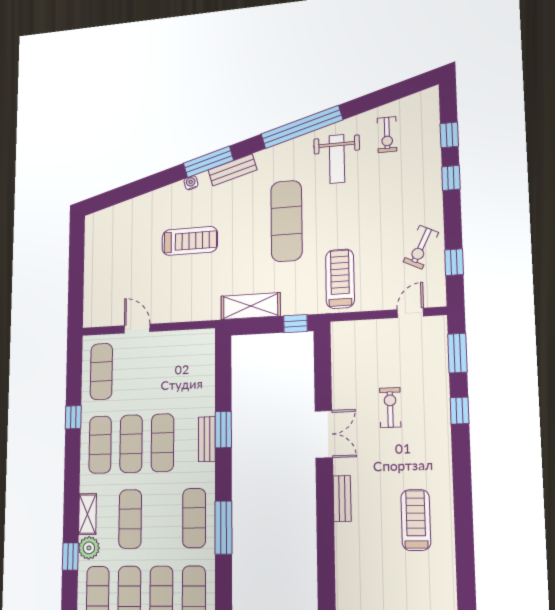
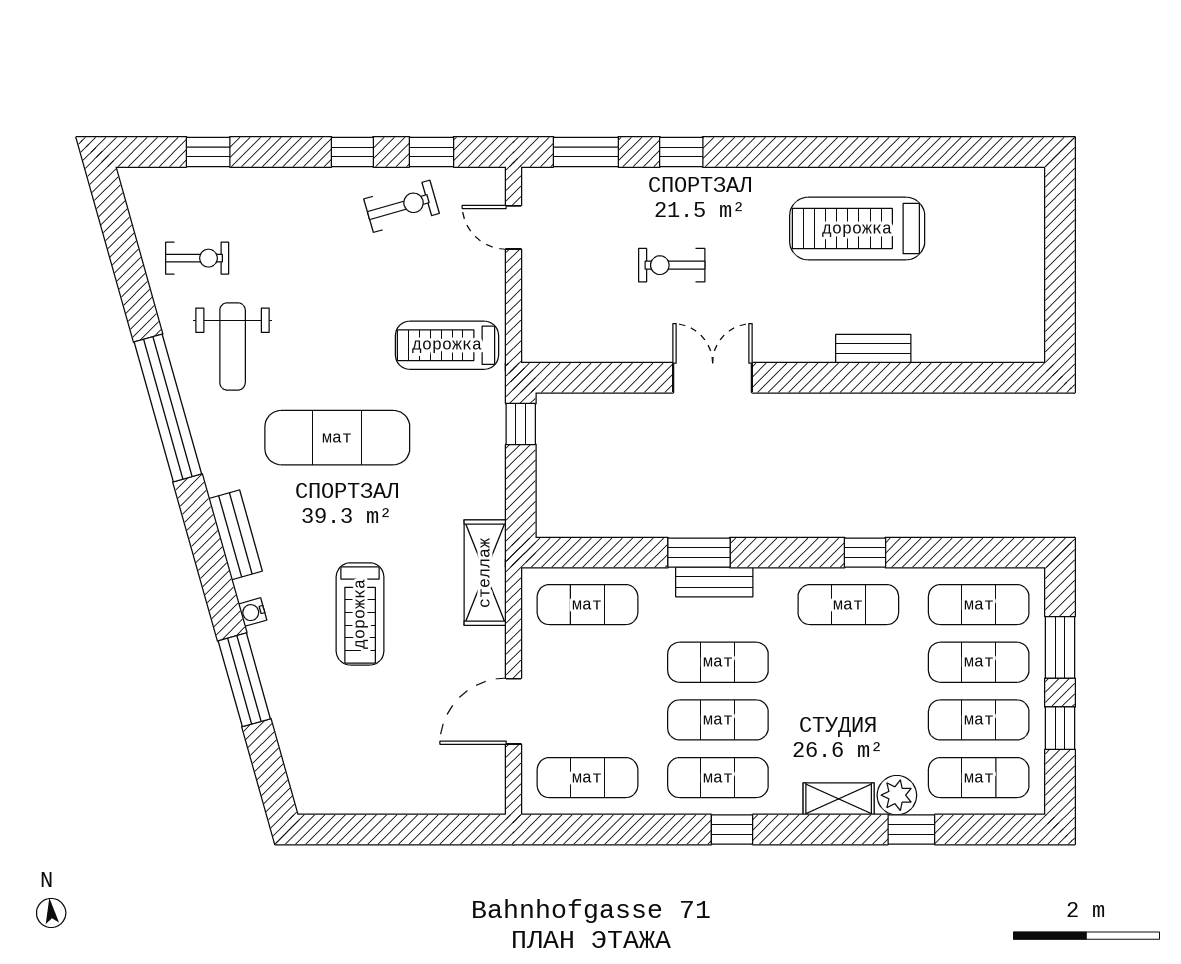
weight bench: (337, 159) -> (233, 346), turned 90
window: (208, 162) -> (244, 680), moved
window: (451, 178) -> (352, 152), moved
treadmill: (190, 241) -> (360, 614), turned 180
exercise bike: (421, 247) -> (402, 206), turned -42
shelving: (251, 306) -> (485, 573), moved
door: (137, 329) -> (514, 711), width x1.38
window: (73, 417) -> (732, 830), moved
bench: (342, 498) -> (873, 349), moved
exercise mat: (130, 519) -> (587, 605), moved
treadmill: (416, 520) -> (857, 229), width x1.37, depth x1.38
window: (223, 527) -> (865, 553), width x0.46

